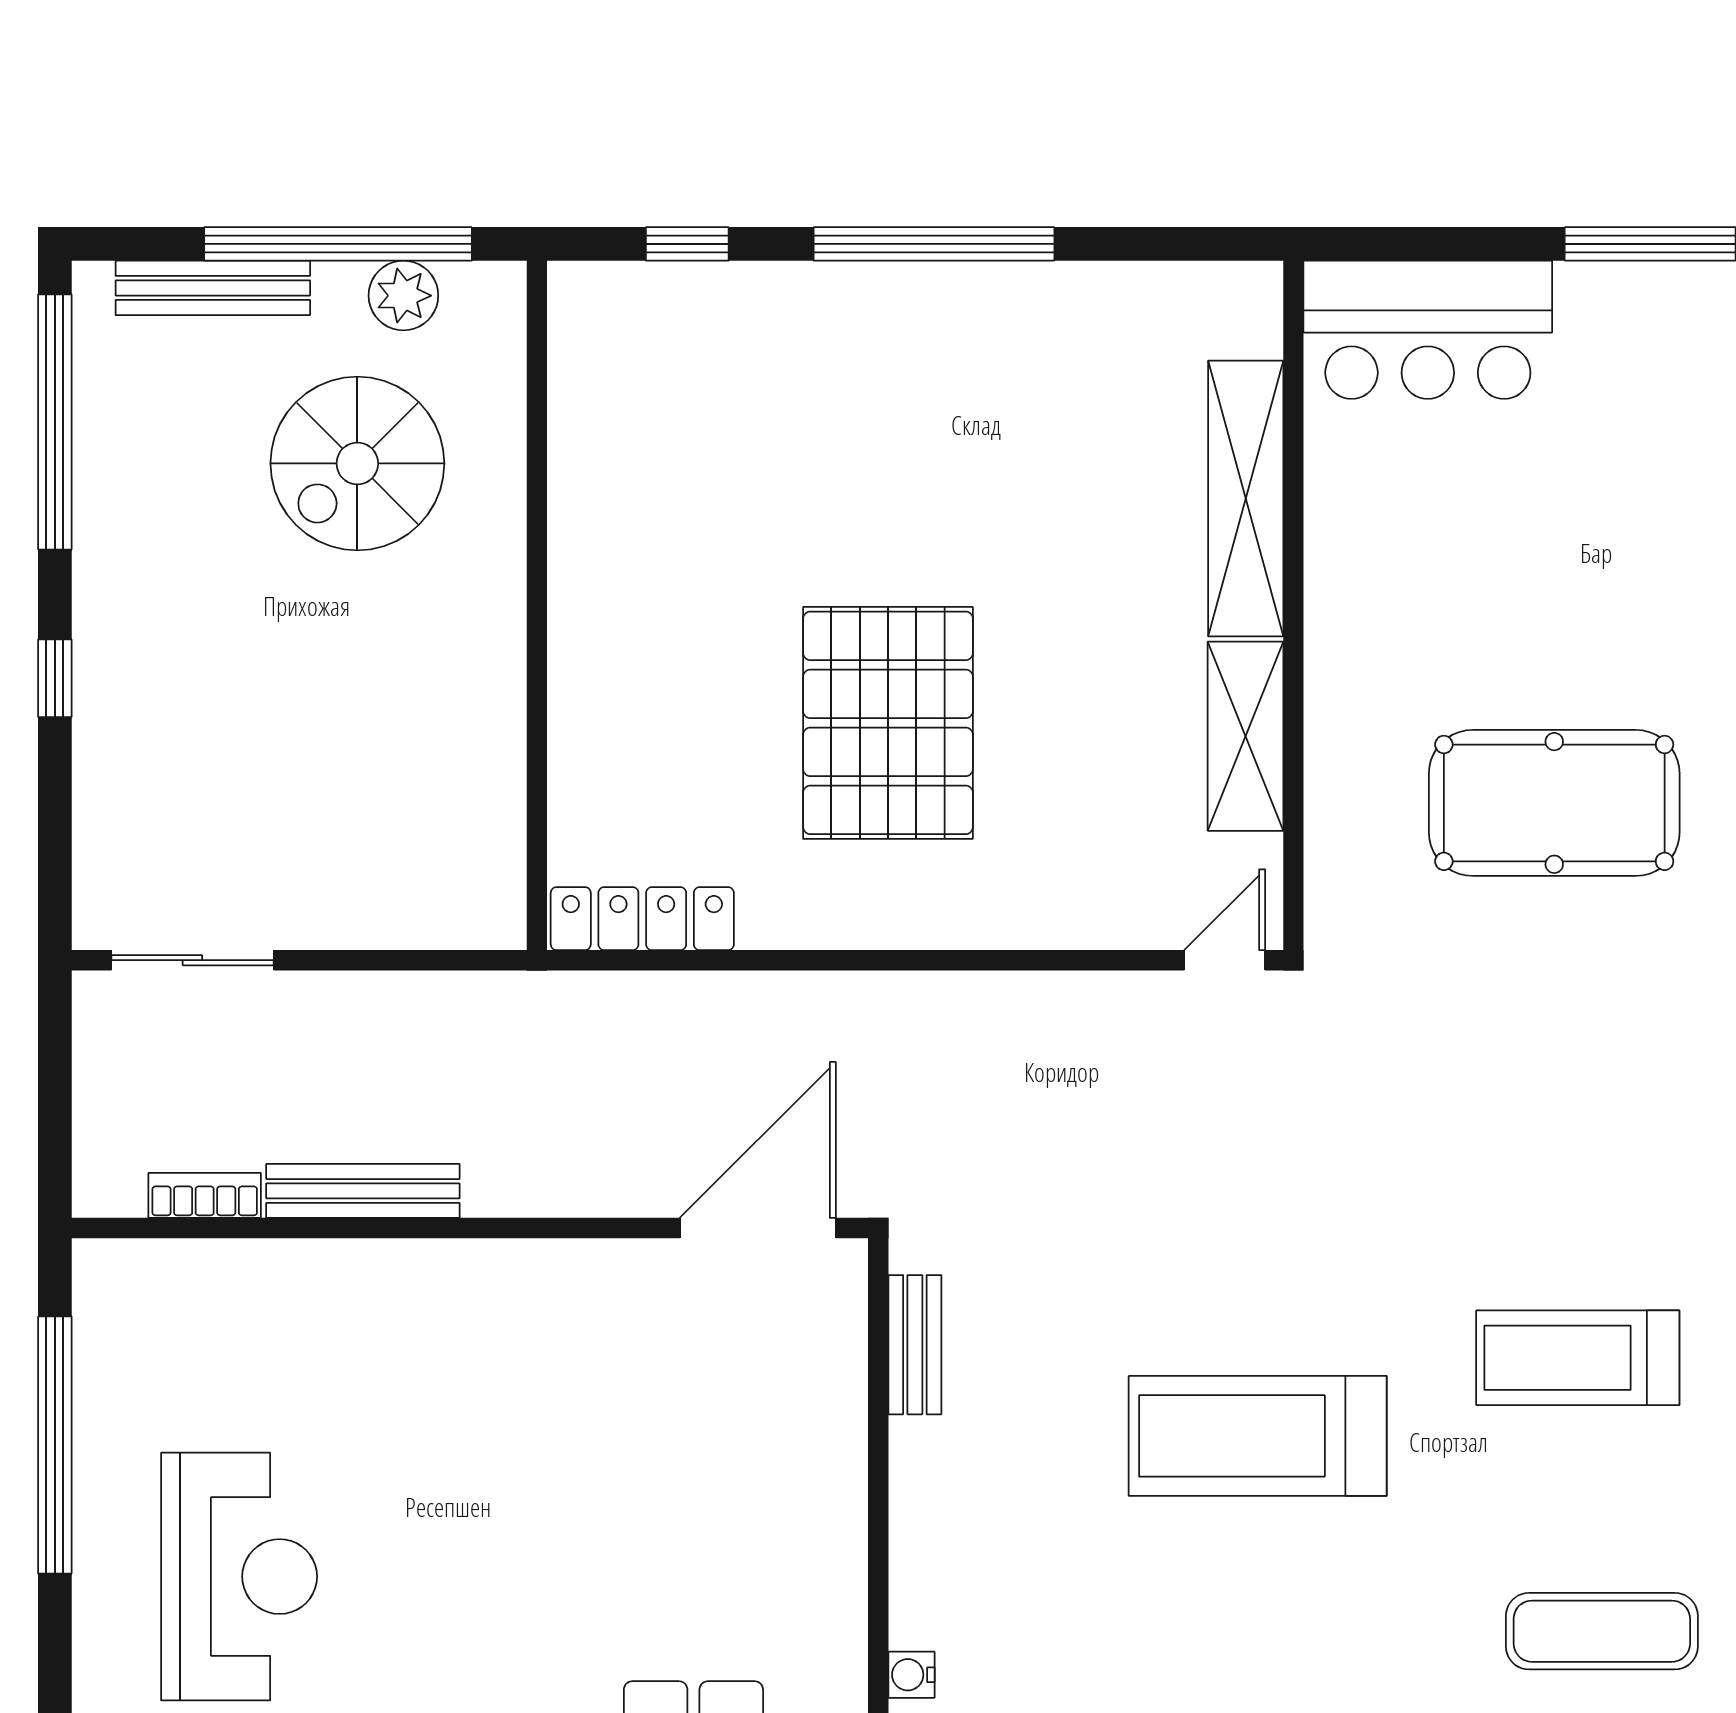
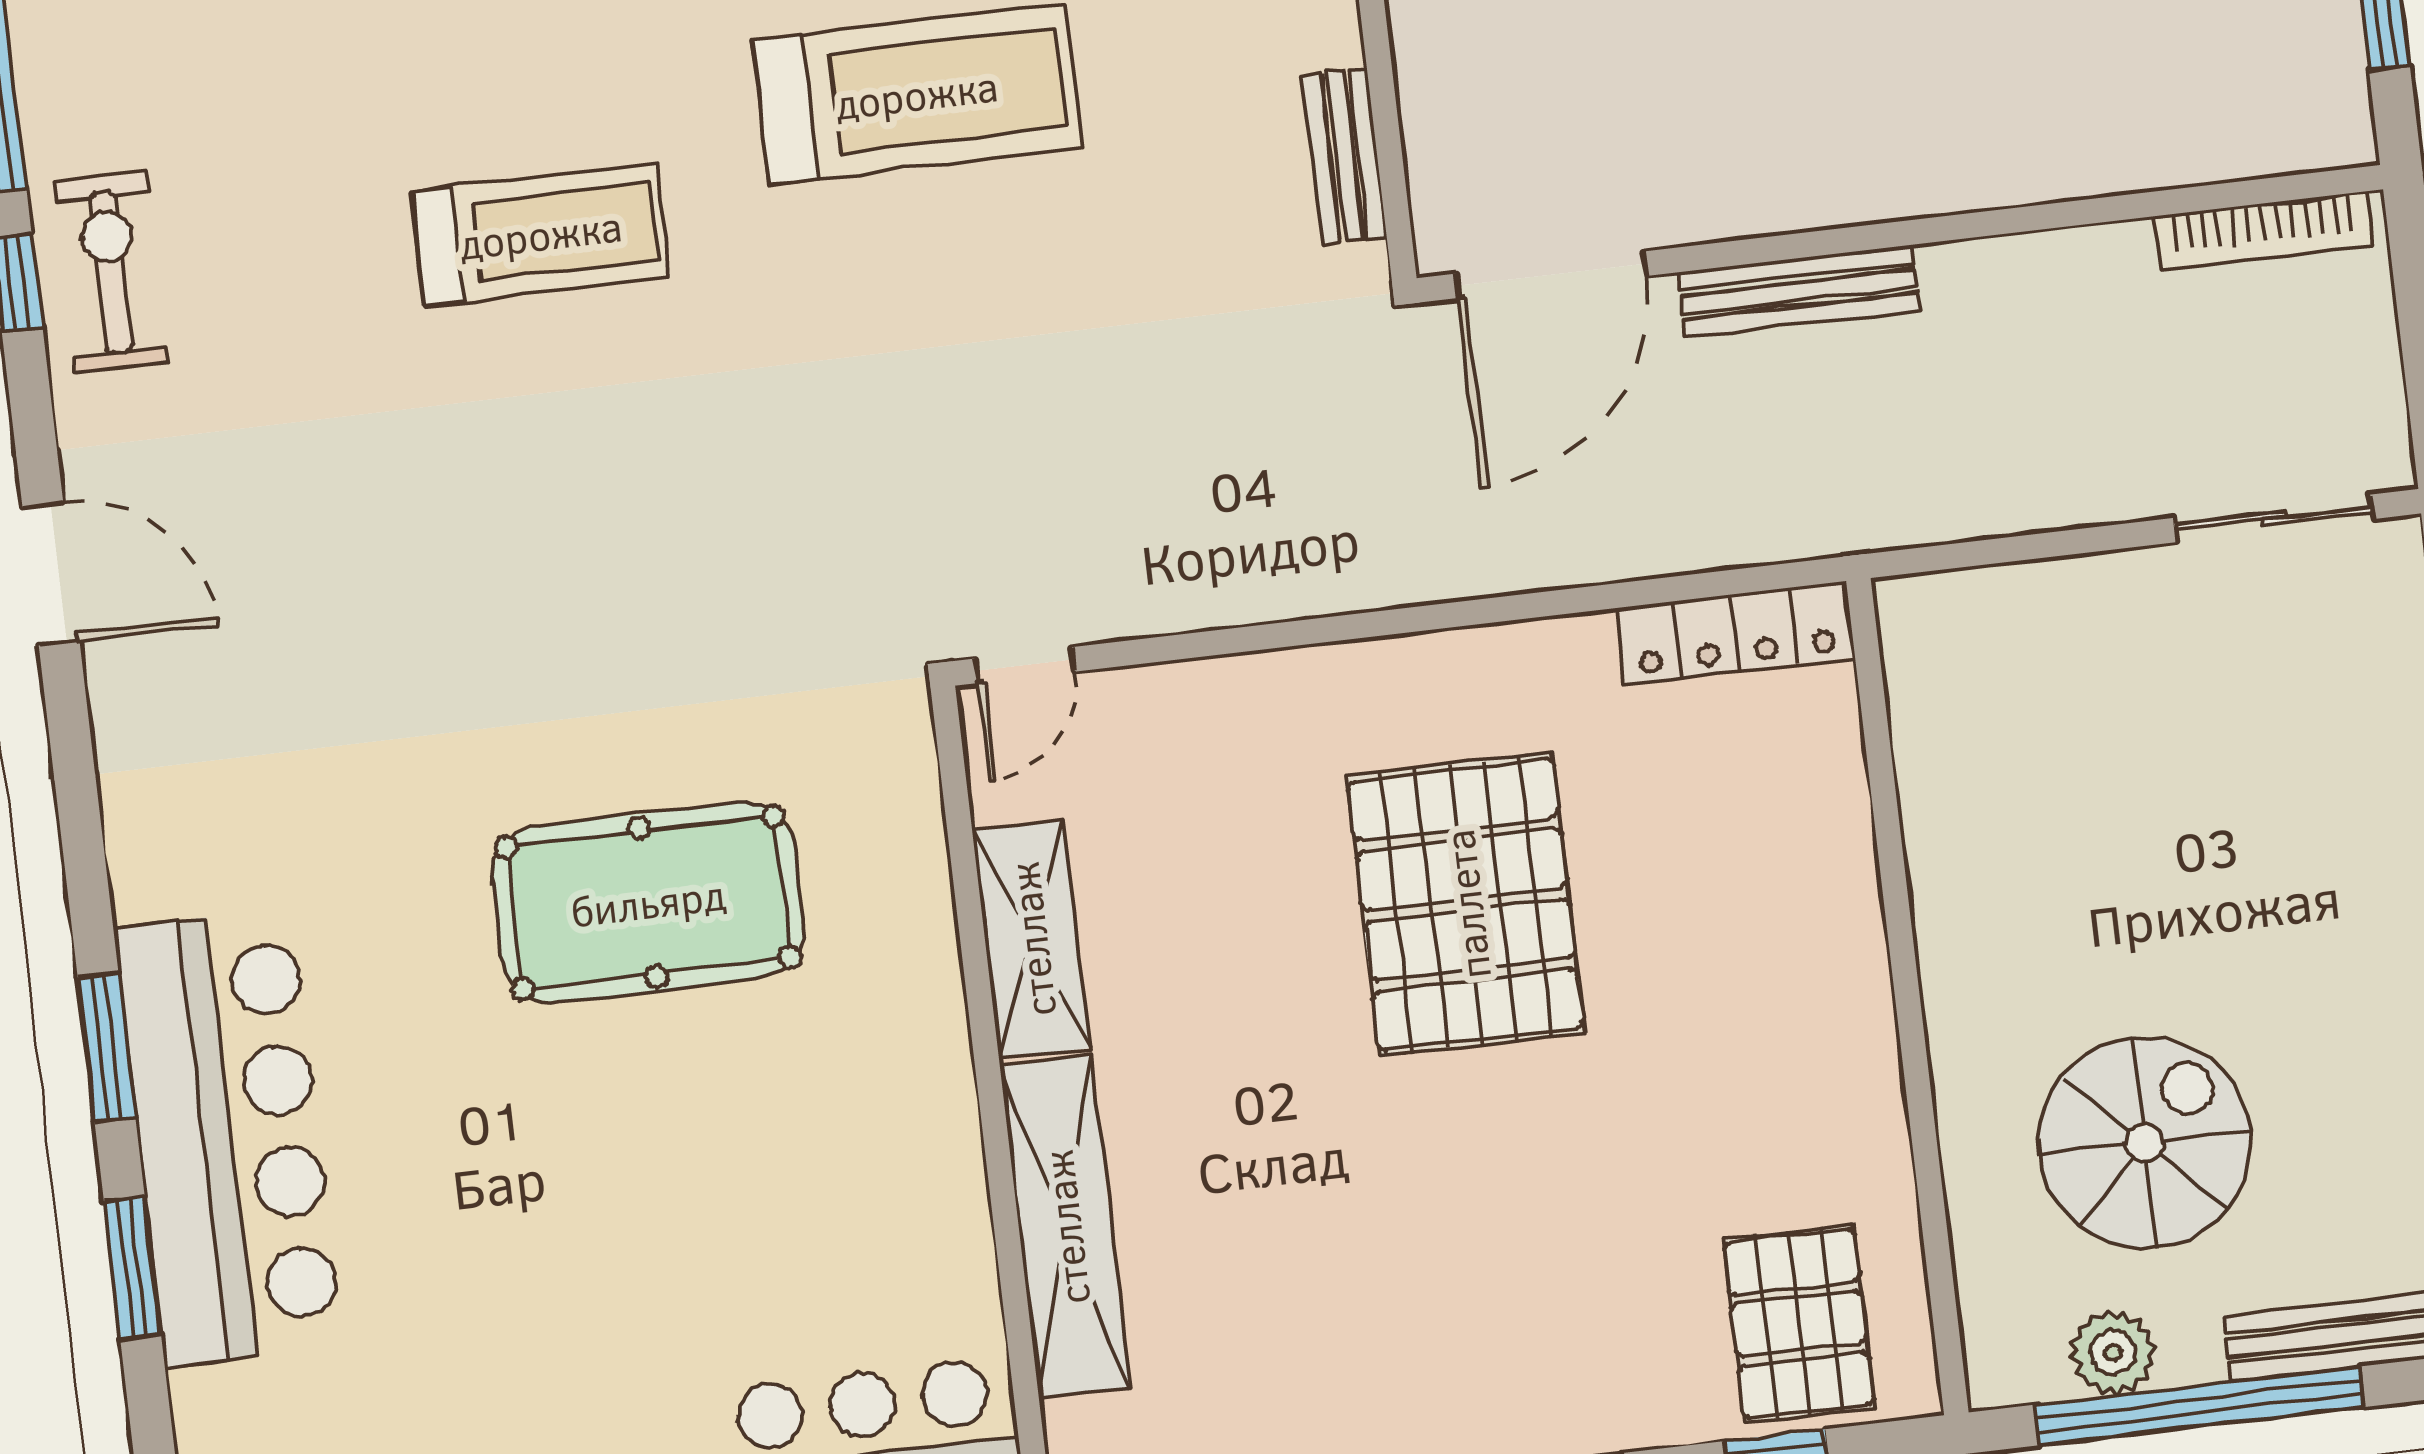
pallet: (657, 349) -> (1799, 1324), added
bench: (363, 1191) -> (1799, 291), moved
bookcase: (205, 1195) -> (2264, 231), width x1.56

